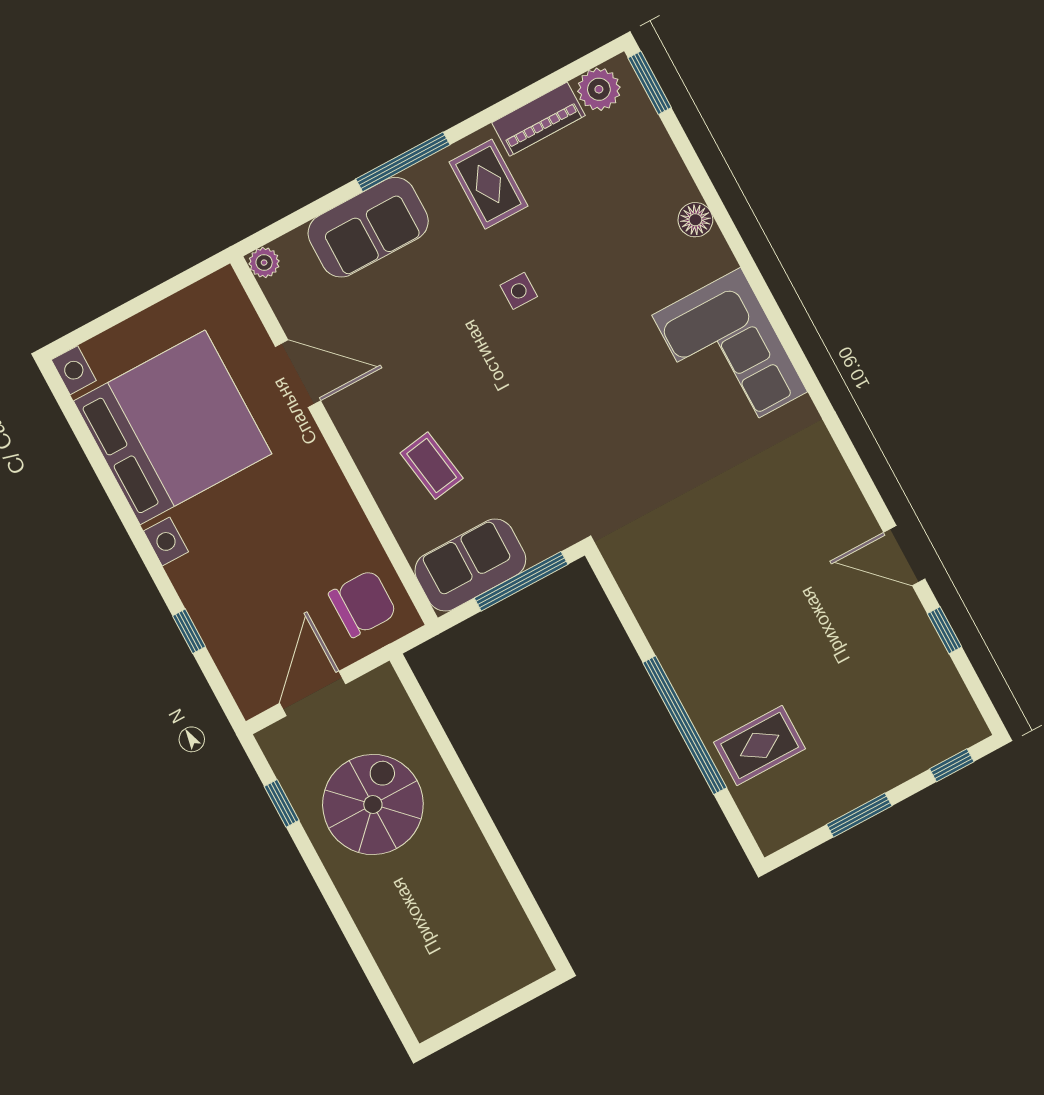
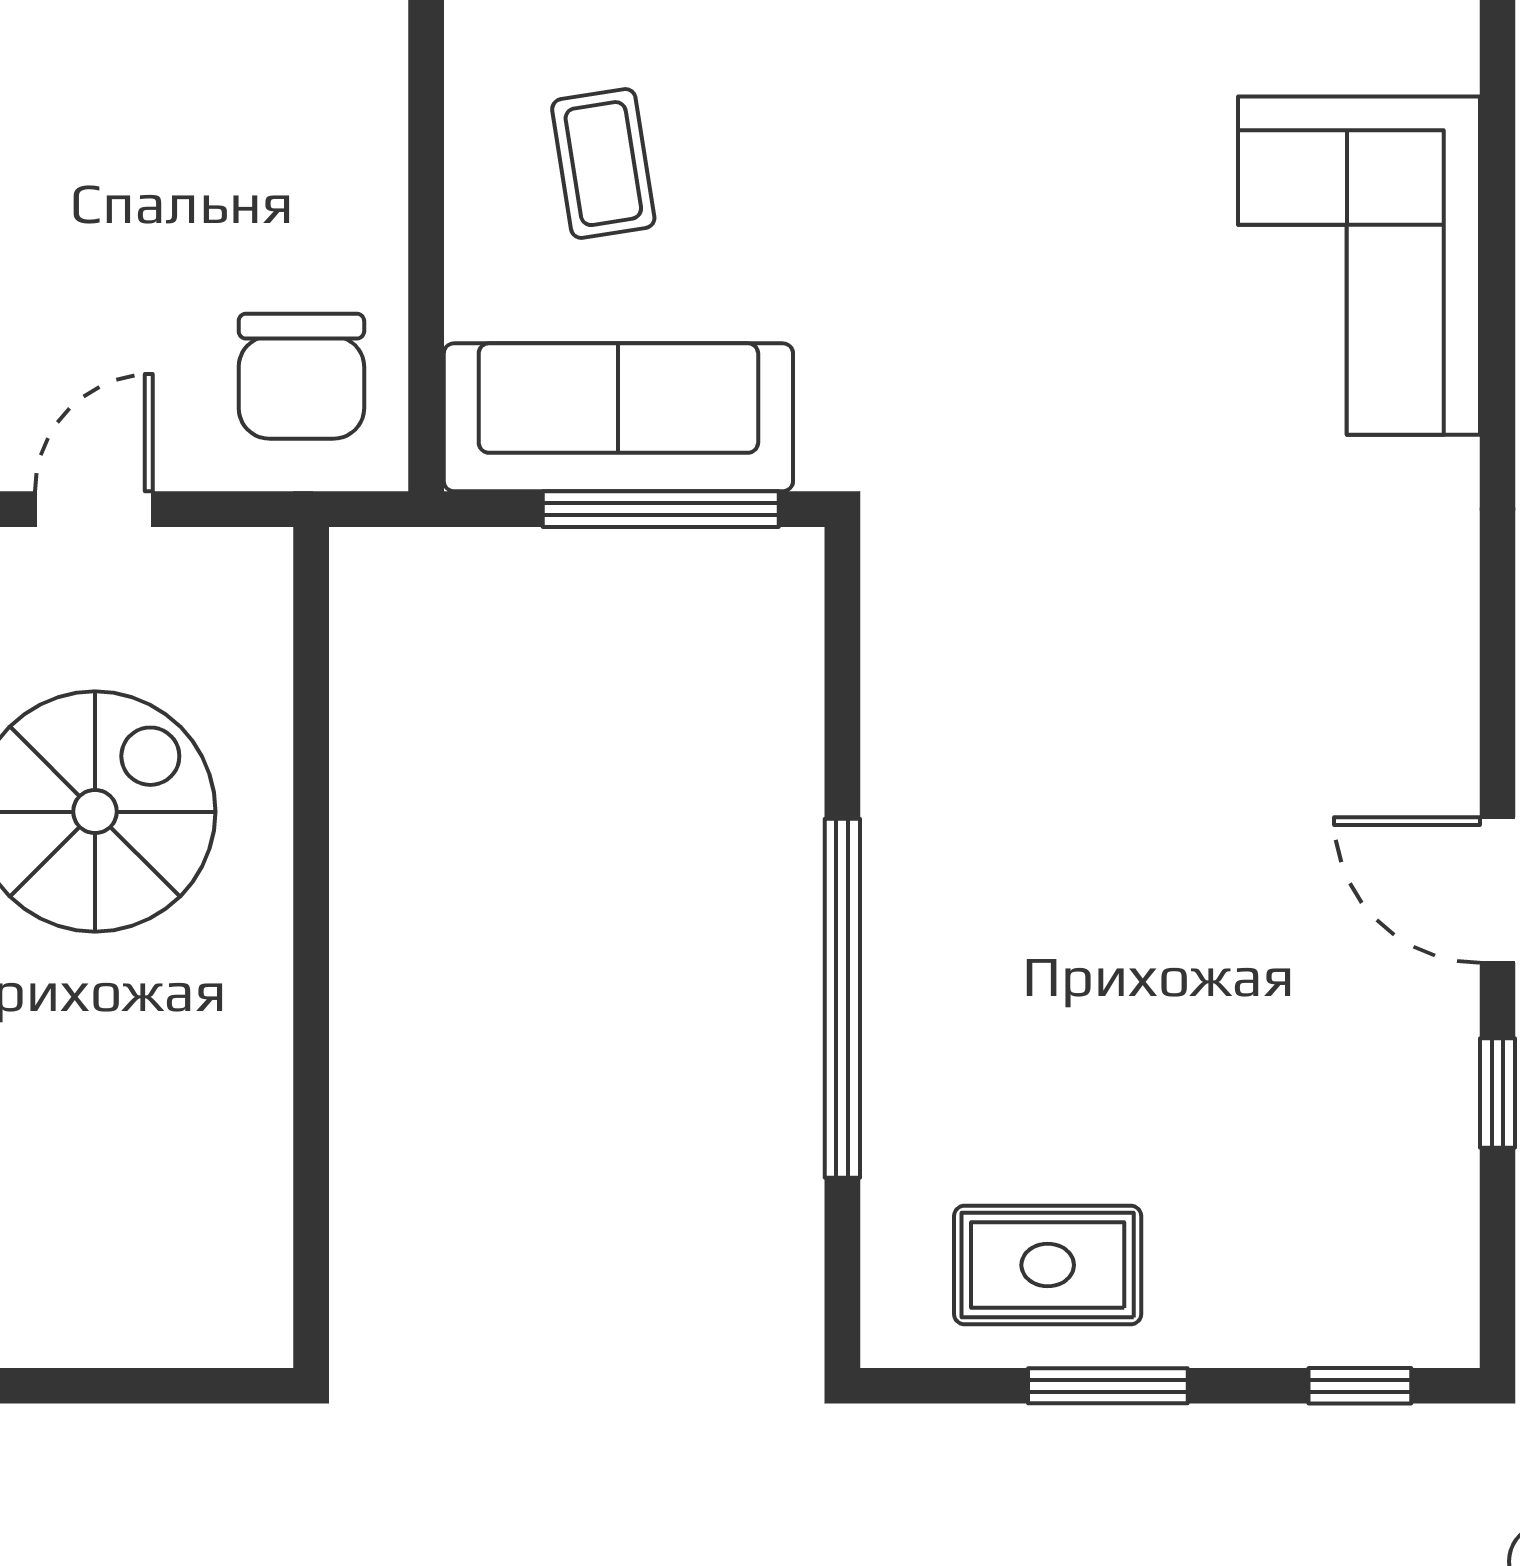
sofa: (470, 565) -> (618, 417), width x1.36
chair: (363, 604) -> (301, 376), turned 90
door: (313, 694) -> (94, 509), width x0.73
rug: (760, 745) -> (1048, 1265), moved

